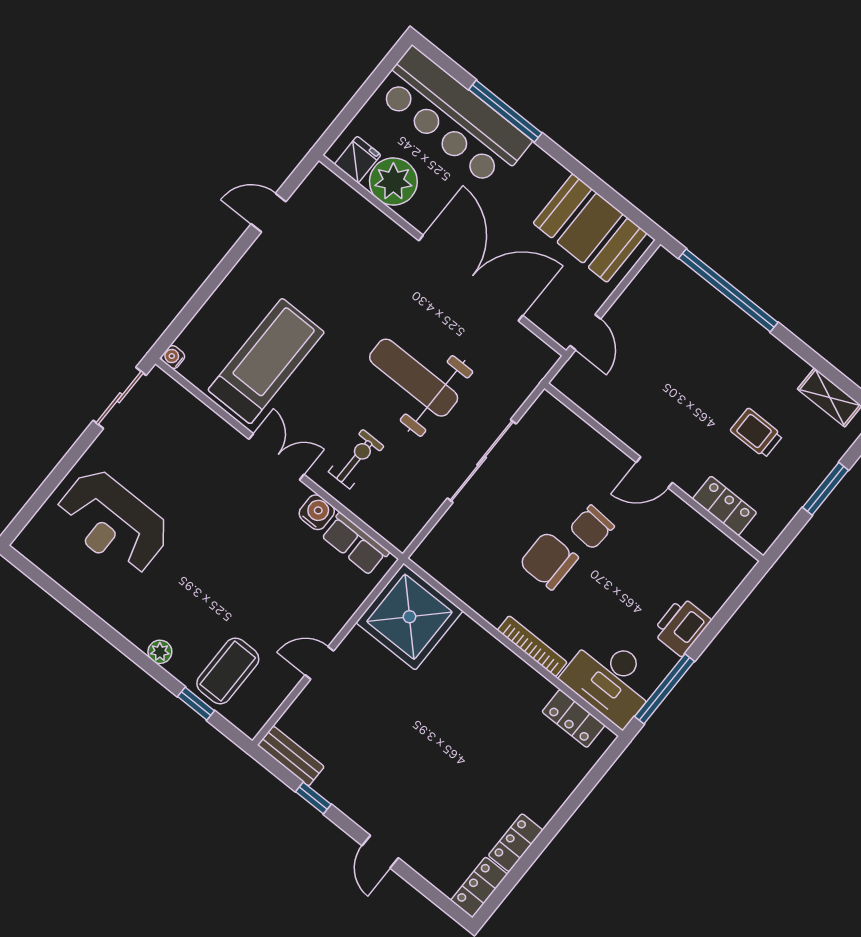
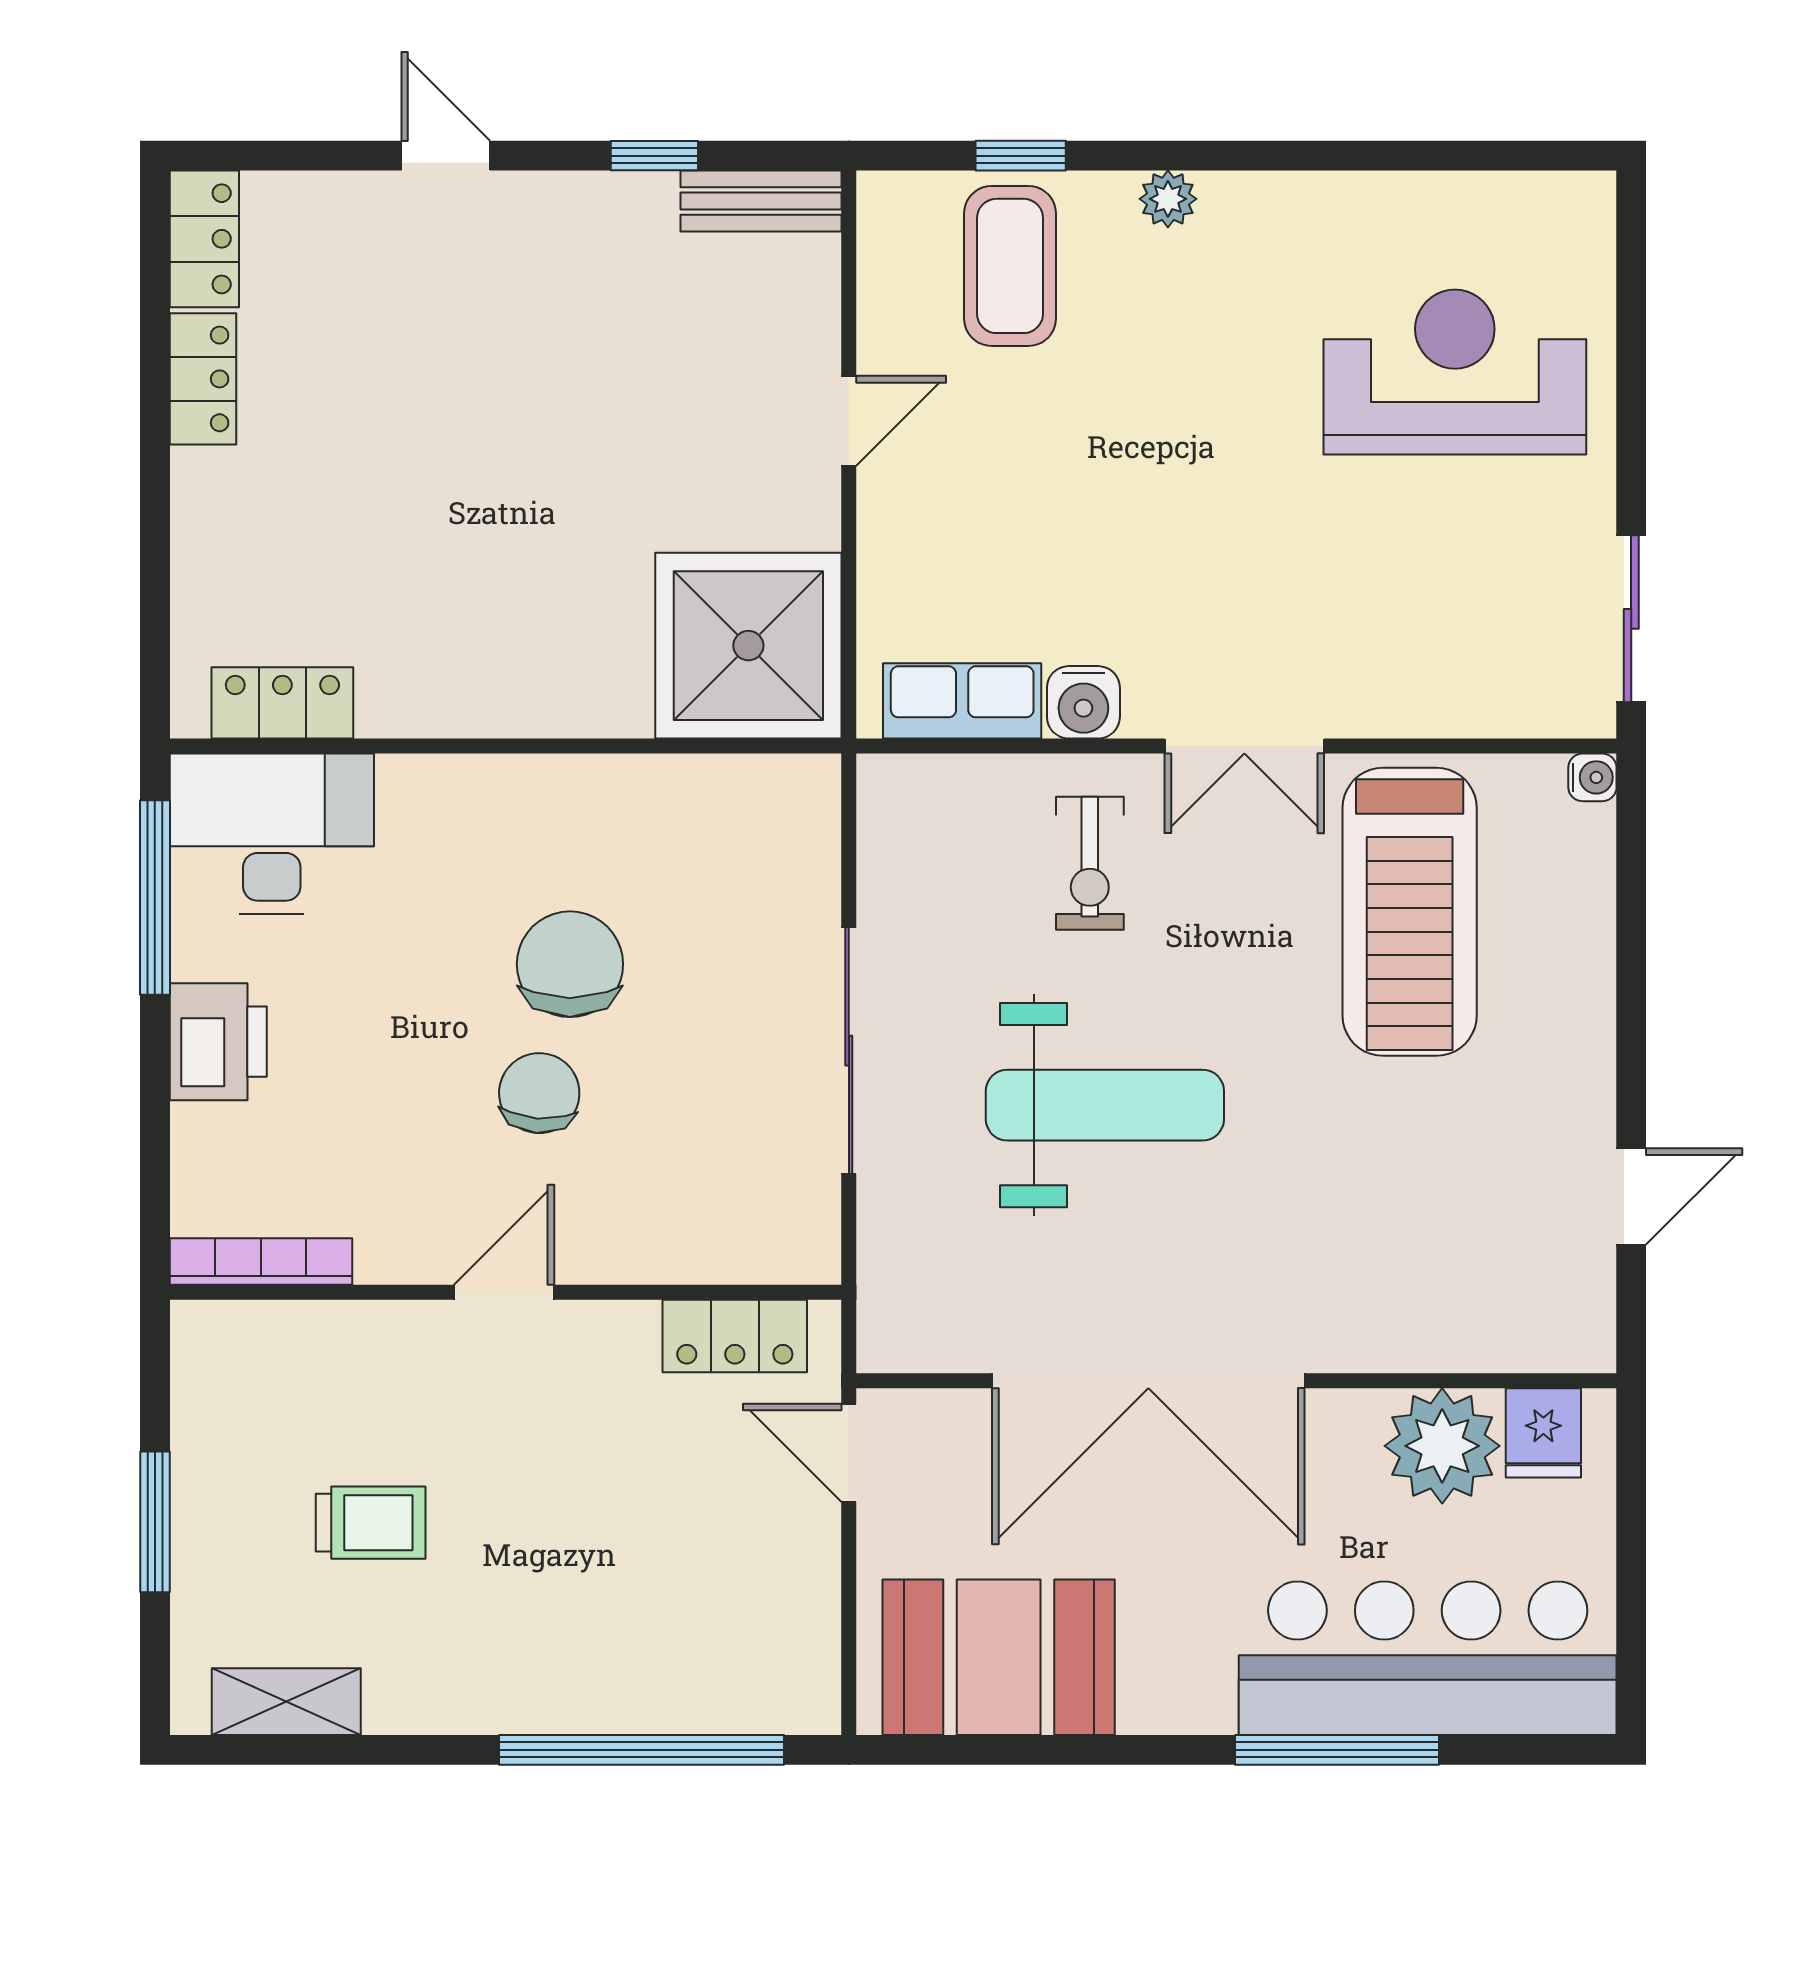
locker: (725, 506) -> (735, 1336), moved
chair: (549, 561) -> (570, 964), turned -90
bookcase: (532, 646) -> (261, 1262), moved, turned 180

